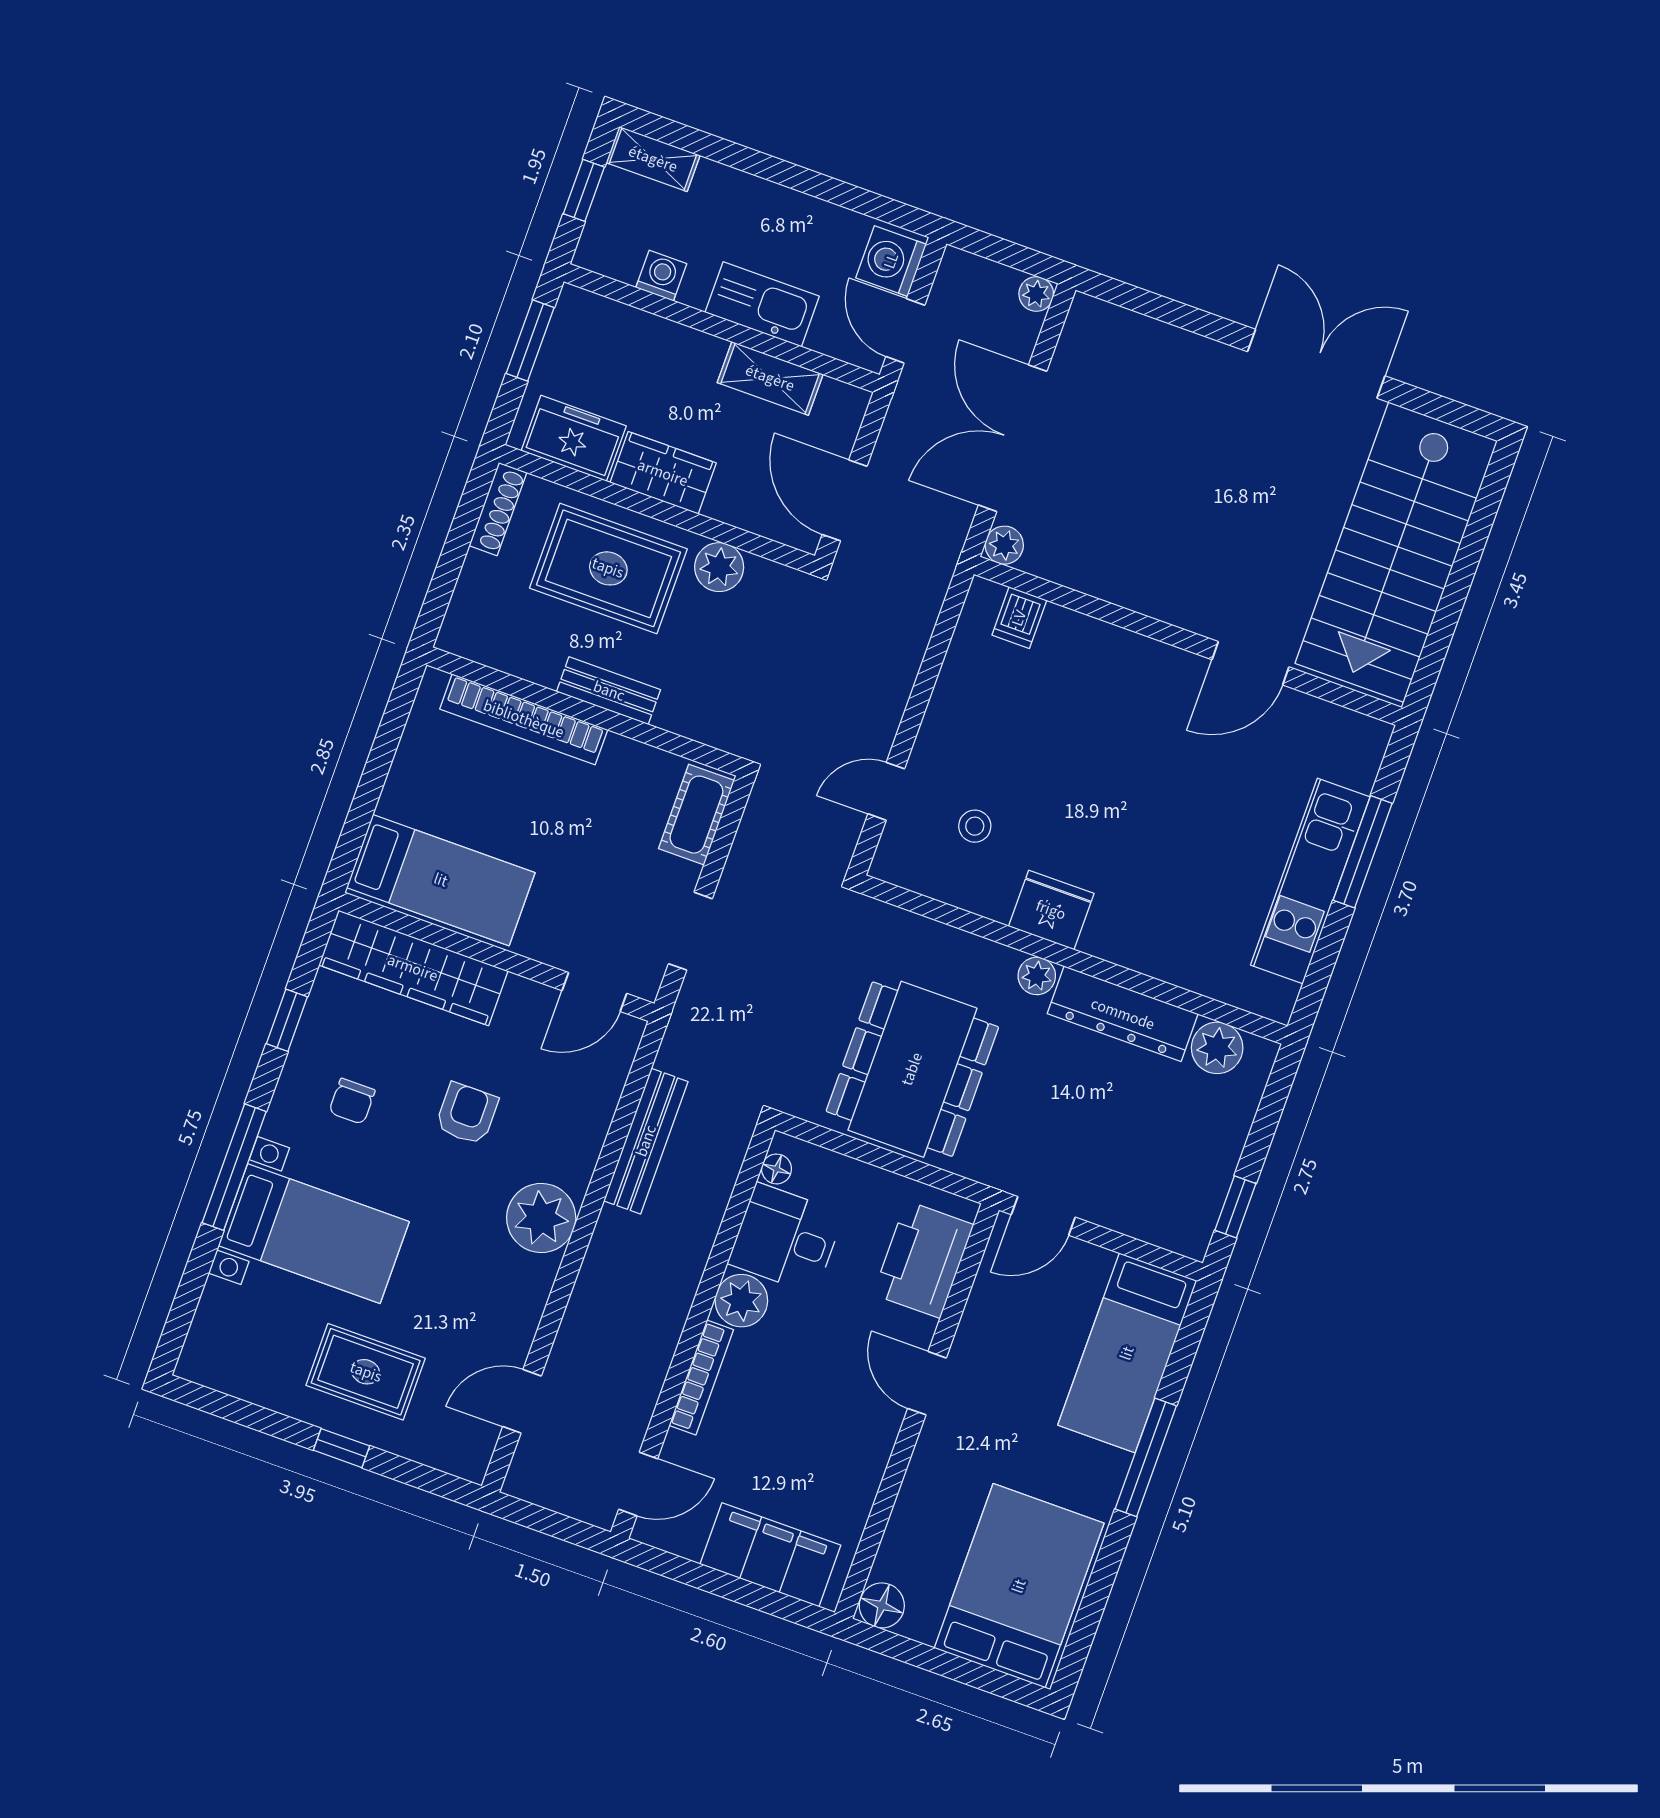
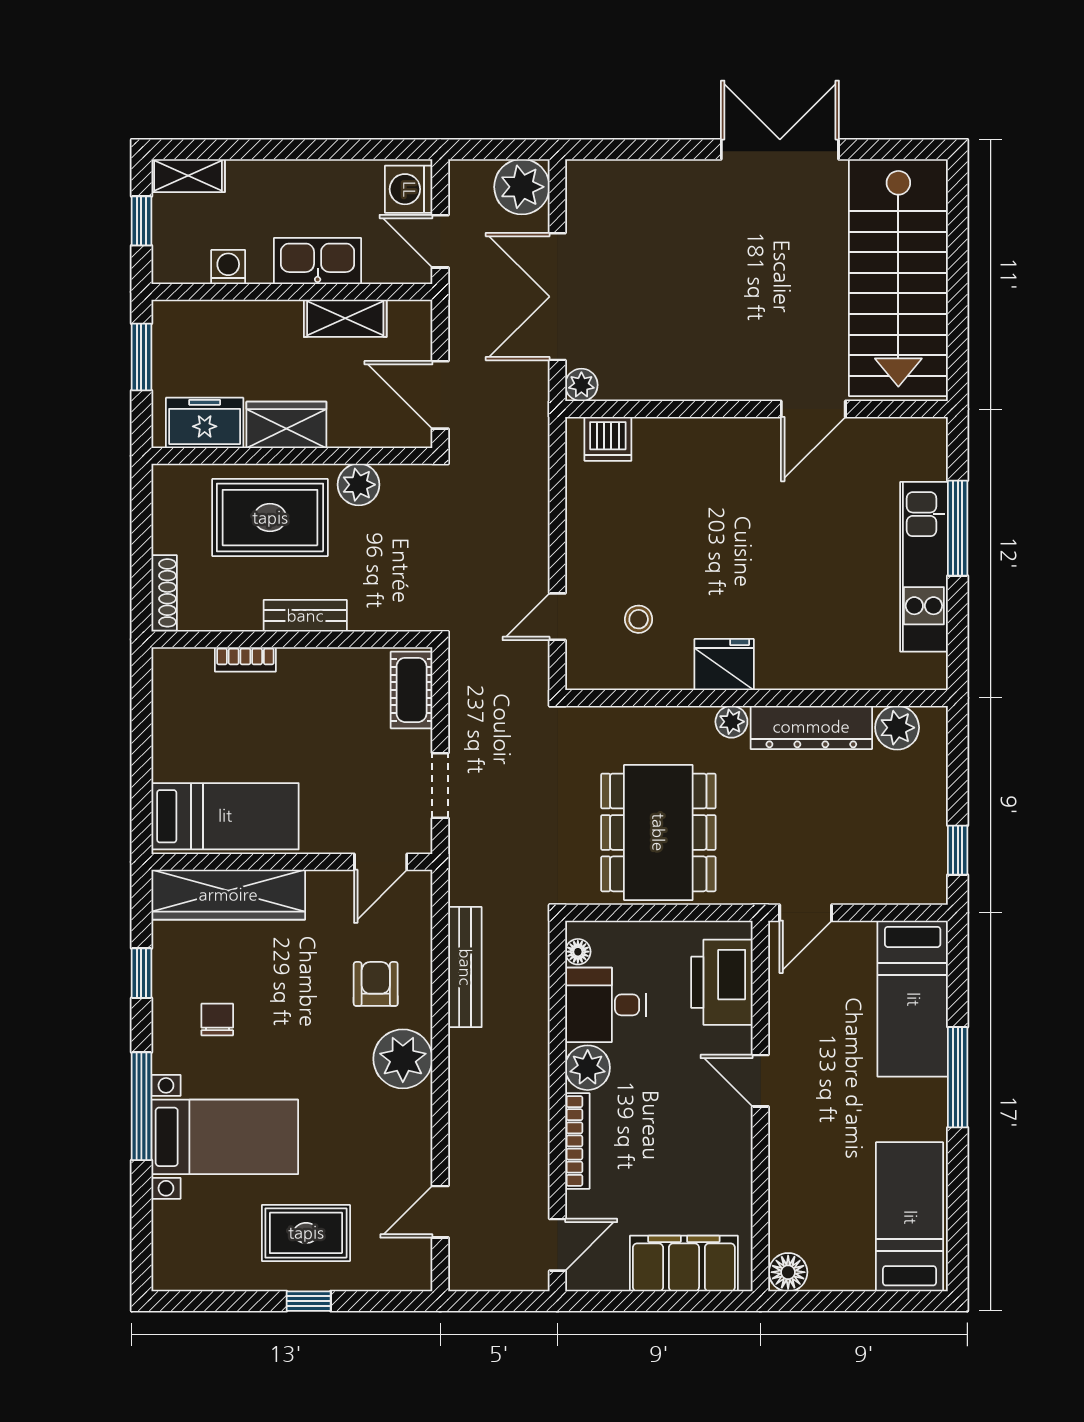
plant: (1036, 294) -> (522, 187), width x1.87, depth x1.87
shoe rack: (498, 509) -> (164, 593), moved
dishwasher: (1019, 618) -> (608, 439), width x1.38
bookcase: (524, 719) -> (245, 659), width x0.43, depth x0.76
chair: (352, 1101) -> (217, 1019), turned 180
armchair: (467, 1114) -> (376, 984), moved
bed: (1019, 1586) -> (910, 1217), width x0.67

